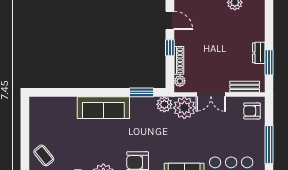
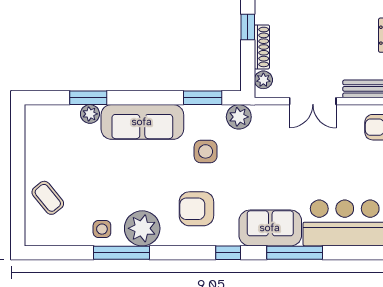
window: (69, 92) -> (88, 98), added
plant: (184, 108) -> (90, 114), moved, width x0.53, depth x0.53
side table: (143, 126) -> (206, 151), added

